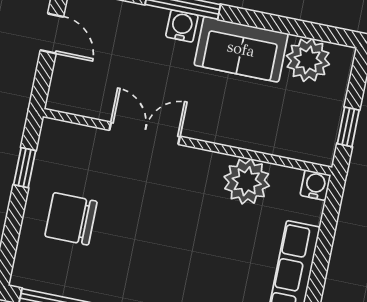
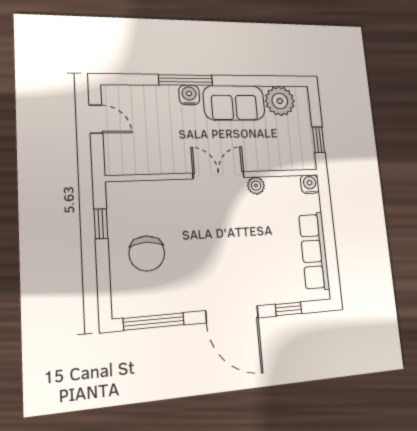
double door: (145, 133) -> (219, 175), moved
plant: (247, 181) -> (256, 186), width x0.53, depth x0.53
chair: (71, 219) -> (147, 253), turned -90

